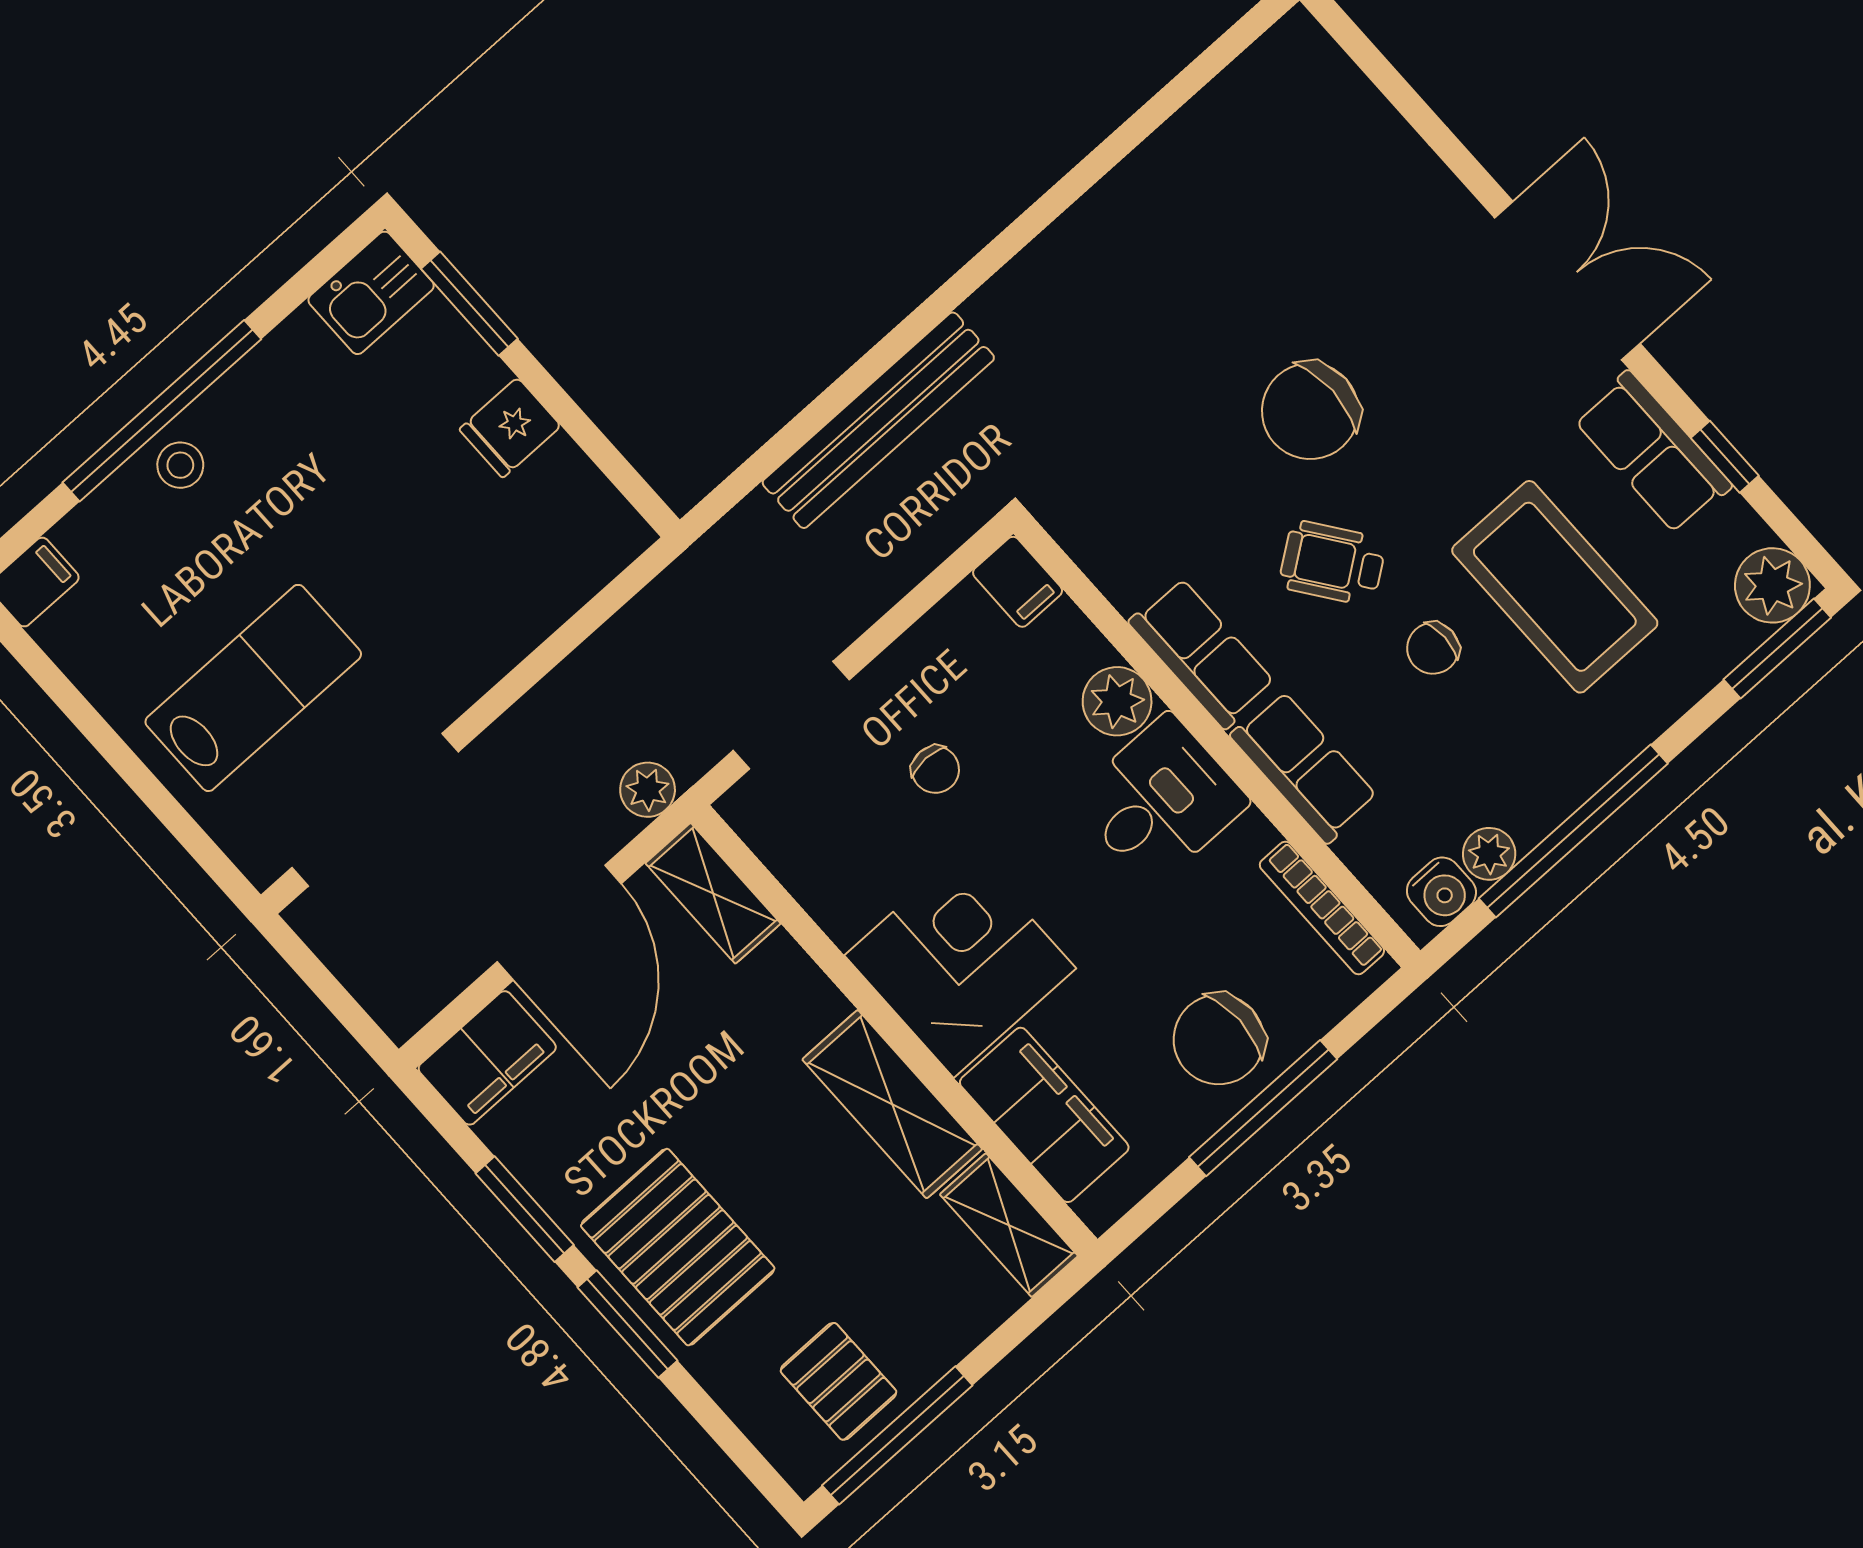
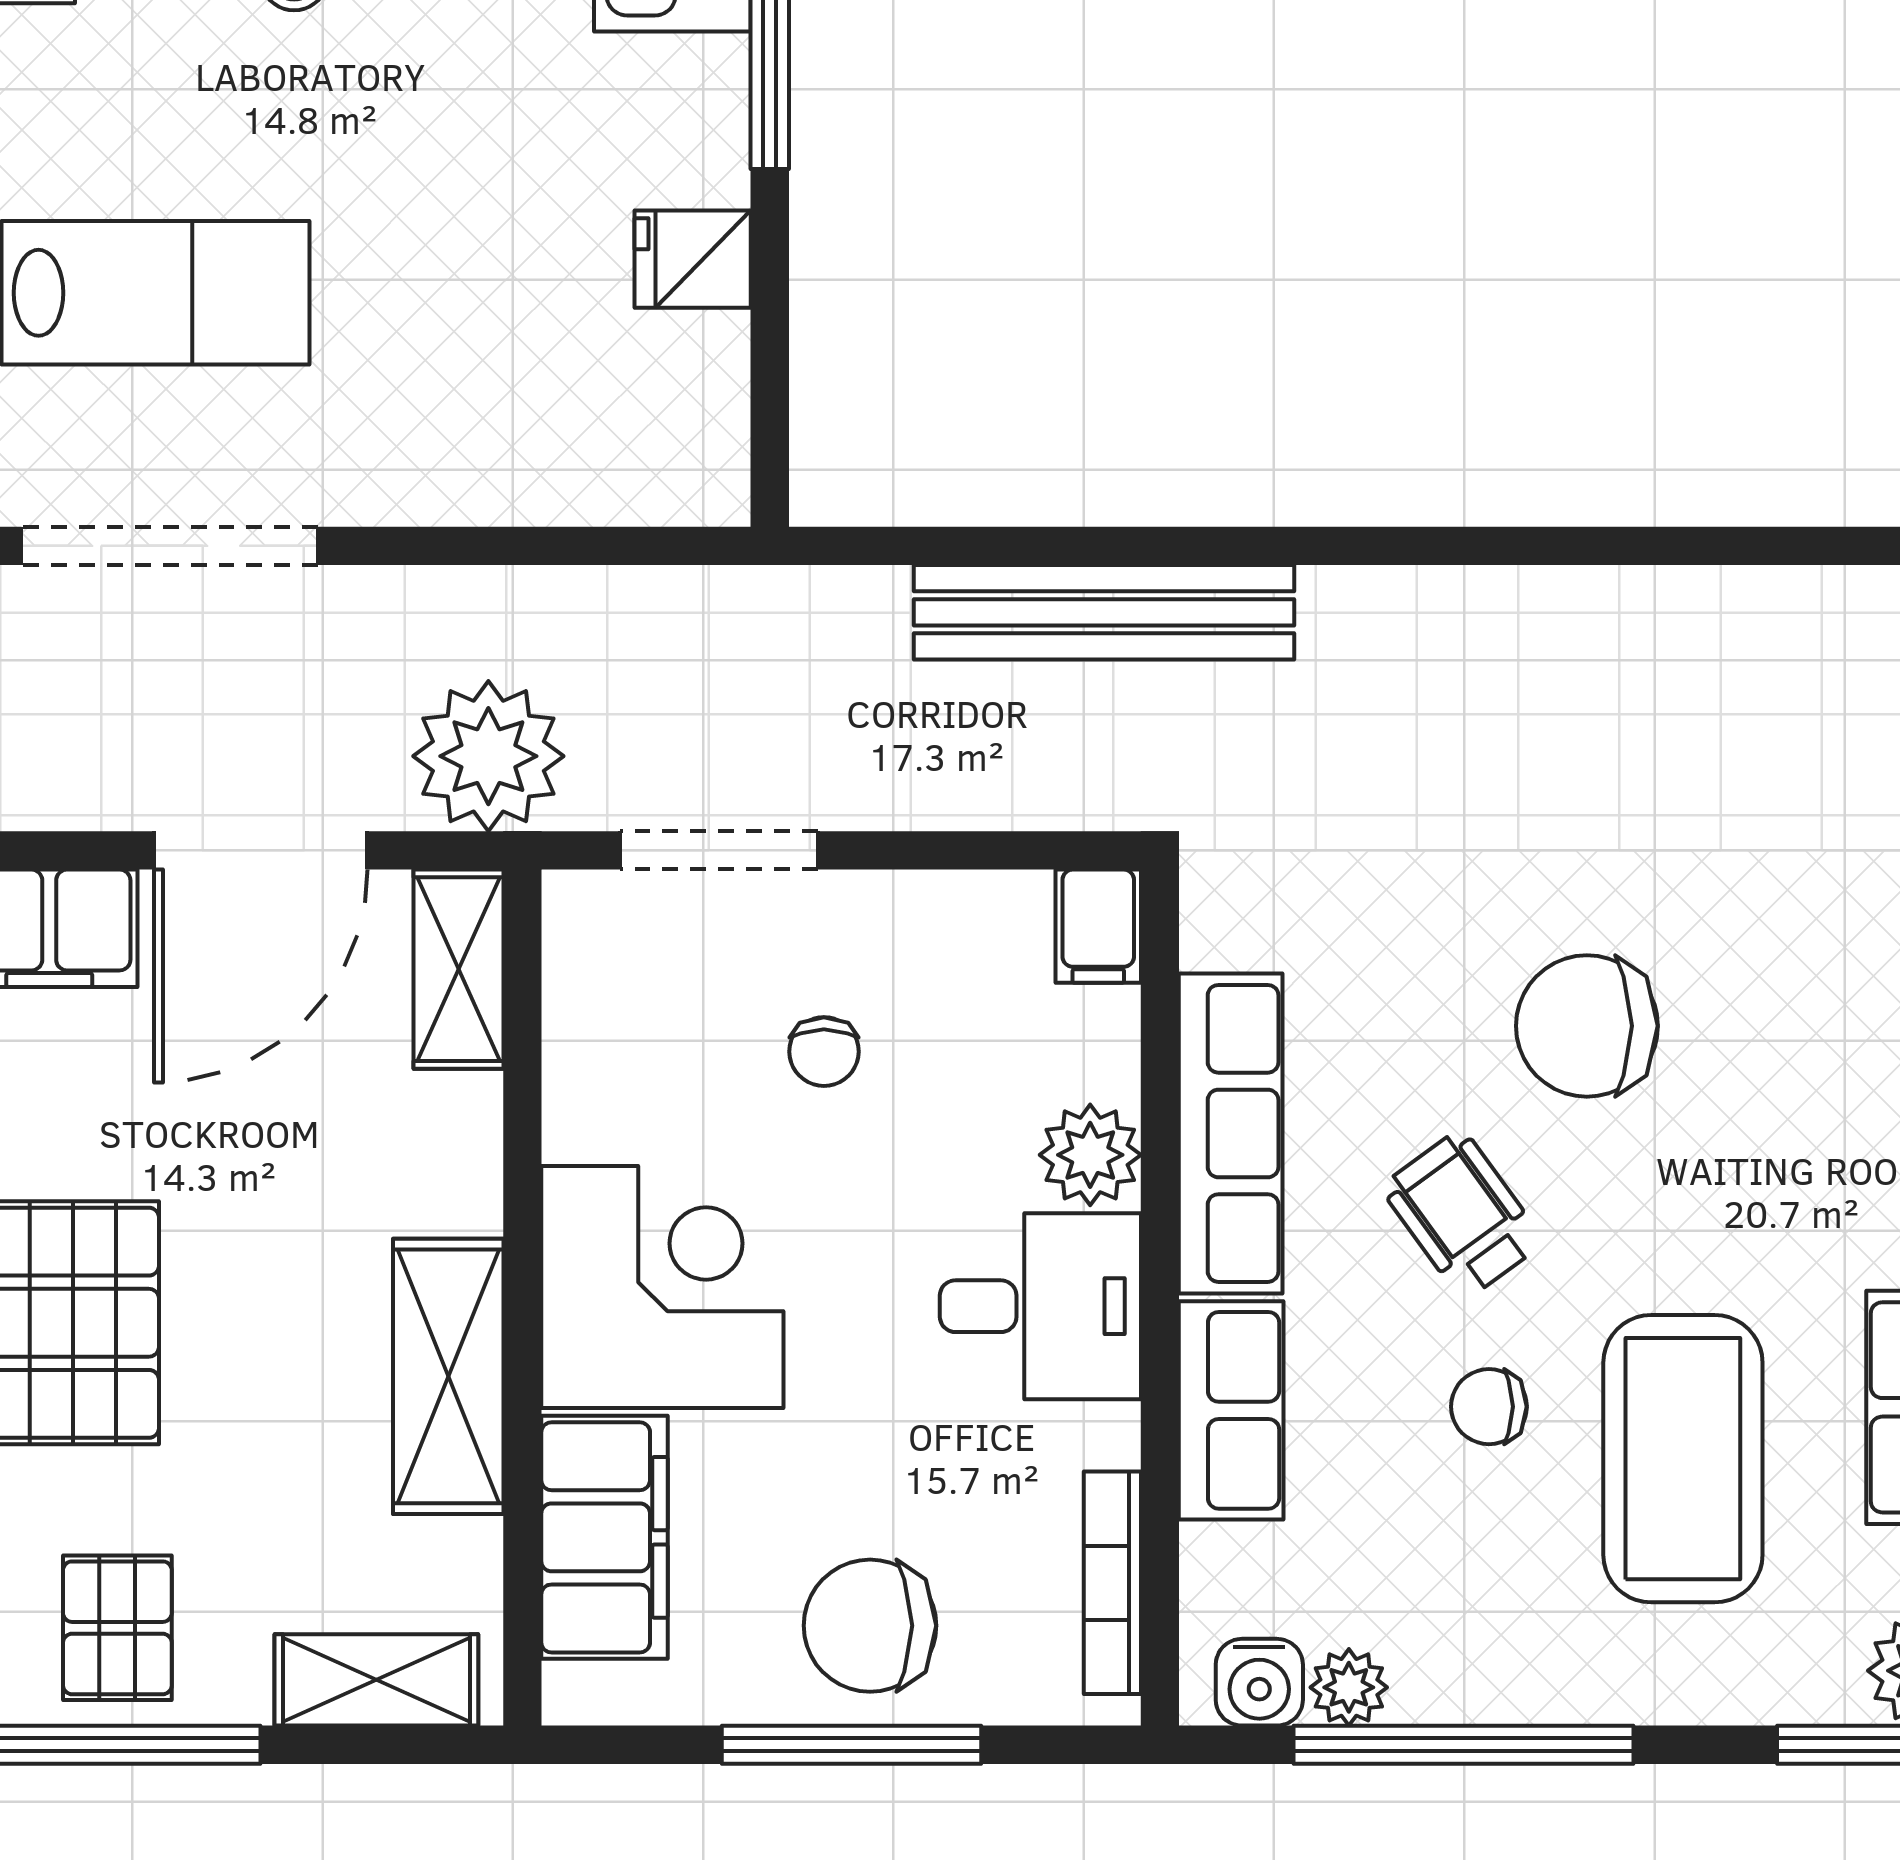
row of seats: (1202, 653) -> (1231, 1133), width x1.48
plant: (648, 790) -> (488, 756), width x1.88, depth x1.88
shelving: (1009, 1225) -> (376, 1680), moved, turned 90

